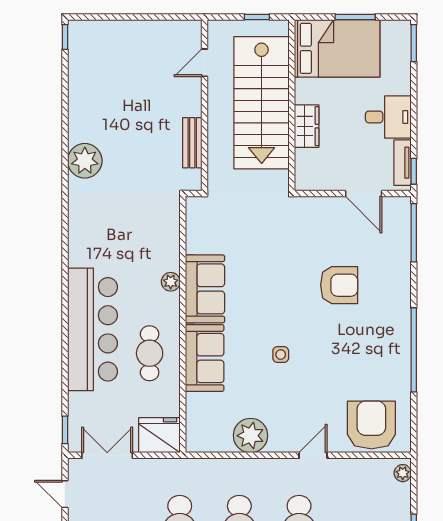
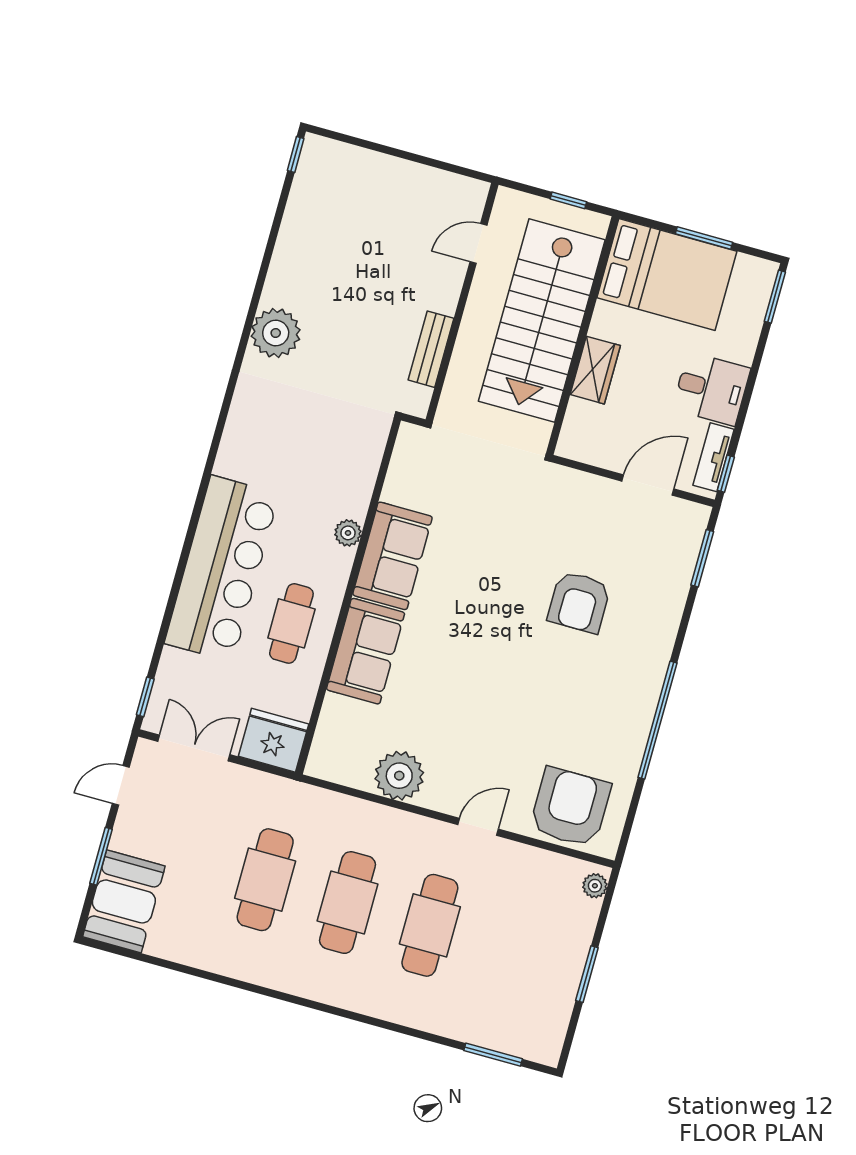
door: (364, 194) -> (648, 485), swing flipped
window: (414, 233) -> (702, 558), width x0.69
armchair: (339, 285) -> (579, 602), turned 90
side table: (281, 355) -> (472, 675), removed
door: (65, 494) -> (121, 785), hinge flipped

